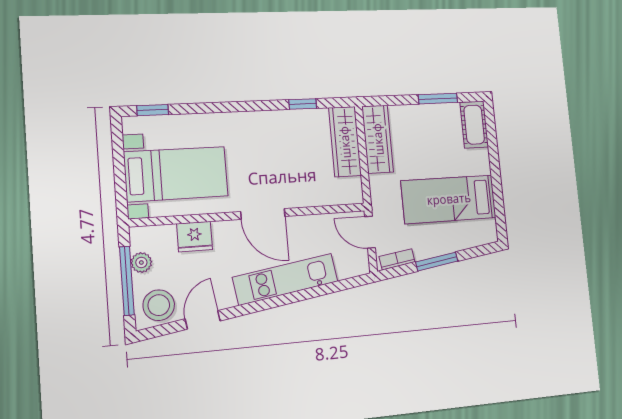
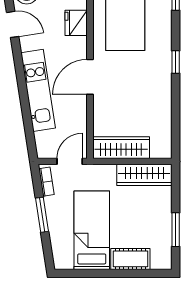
window: (303, 104) -> (176, 62), moved
cot: (474, 125) -> (130, 259), moved
wardrobe: (345, 142) -> (121, 148), moved

